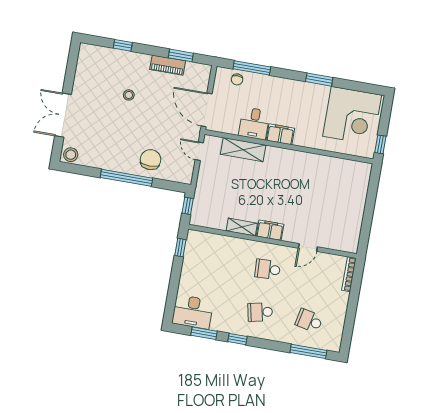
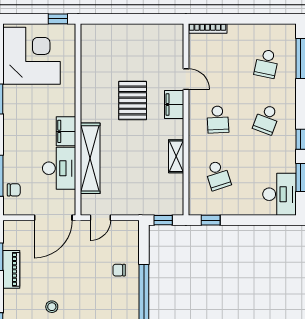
desk: (254, 123) -> (59, 168), width x1.37
shelving: (243, 150) -> (90, 158), width x1.47
chair: (151, 160) -> (119, 270), width x0.54, depth x0.54
pallet: (297, 197) -> (133, 100), added
filing cabinet: (270, 230) -> (174, 105), moved
school desk: (219, 261) -> (218, 175), added
school desk: (260, 312) -> (267, 119), turned 33

